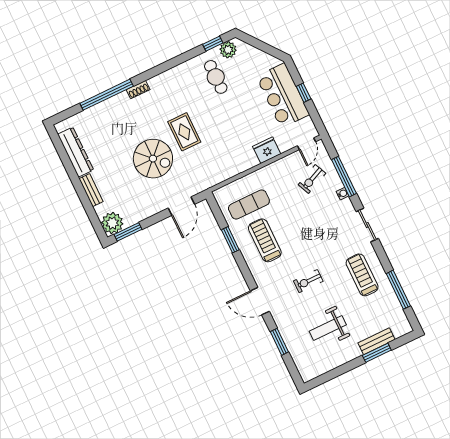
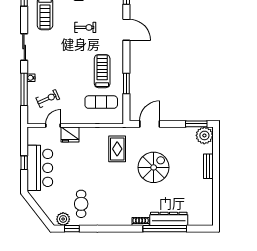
rug: (184, 132) -> (117, 149), moved
door: (306, 144) -> (53, 125), moved
dresser: (76, 152) -> (169, 219), moved, turned 90
spiral stairs: (153, 159) -> (154, 167), turned 90
treadmill: (265, 240) -> (102, 71), turned 180

